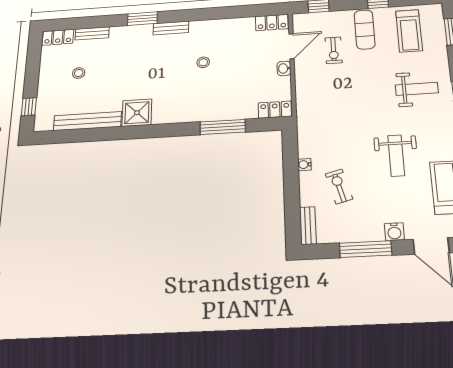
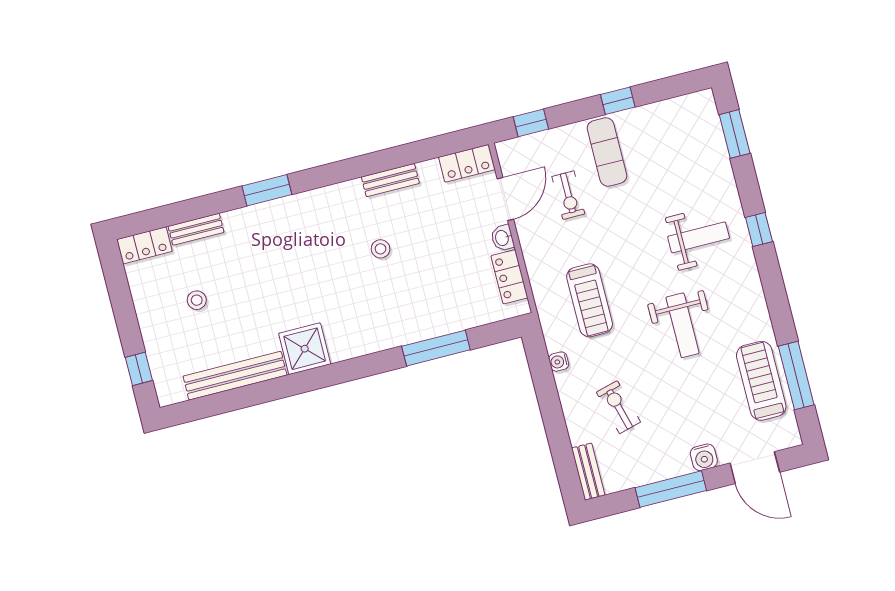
bench: (171, 28) -> (390, 180), moved
treadmill: (409, 31) -> (590, 300), moved
locker: (275, 110) -> (509, 277), moved, turned -90
weight bench: (396, 156) -> (683, 325), moved
water cooler: (304, 165) -> (559, 362), moved

